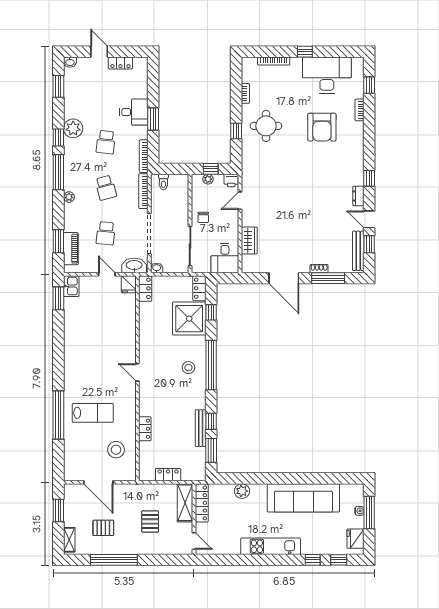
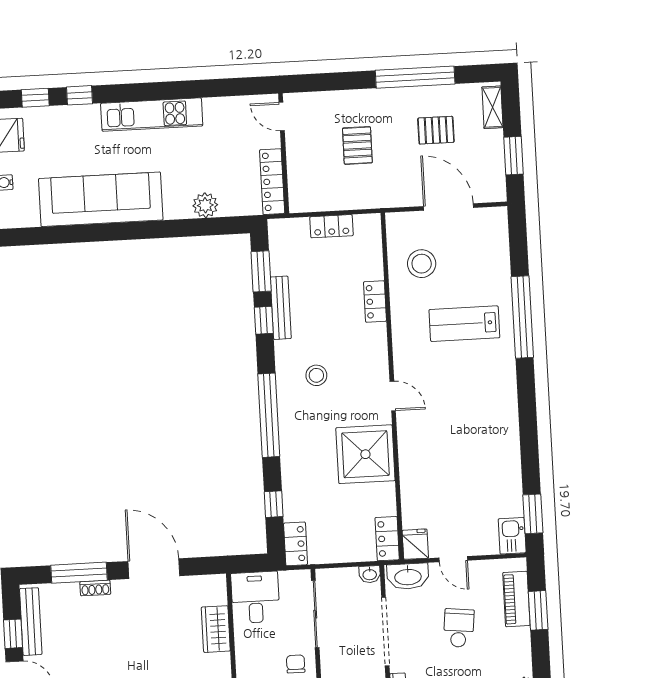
shower: (189, 319) -> (365, 454), moved
stool: (188, 368) -> (316, 375), moved
shelving: (185, 503) -> (300, 180), removed

